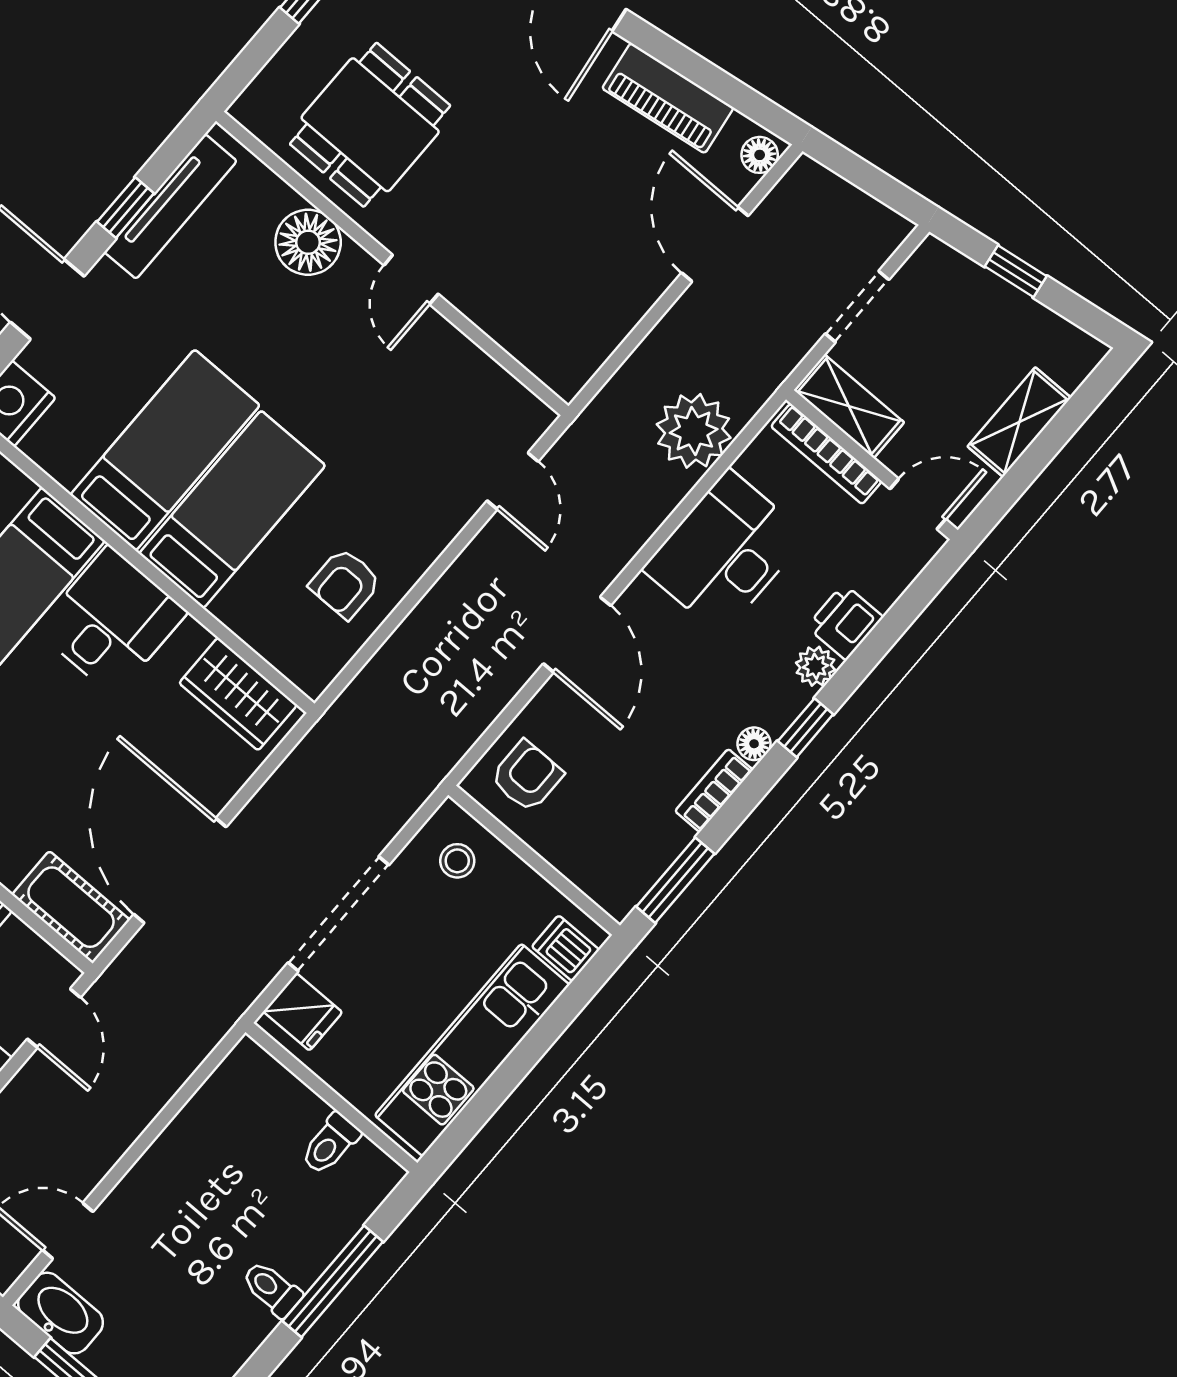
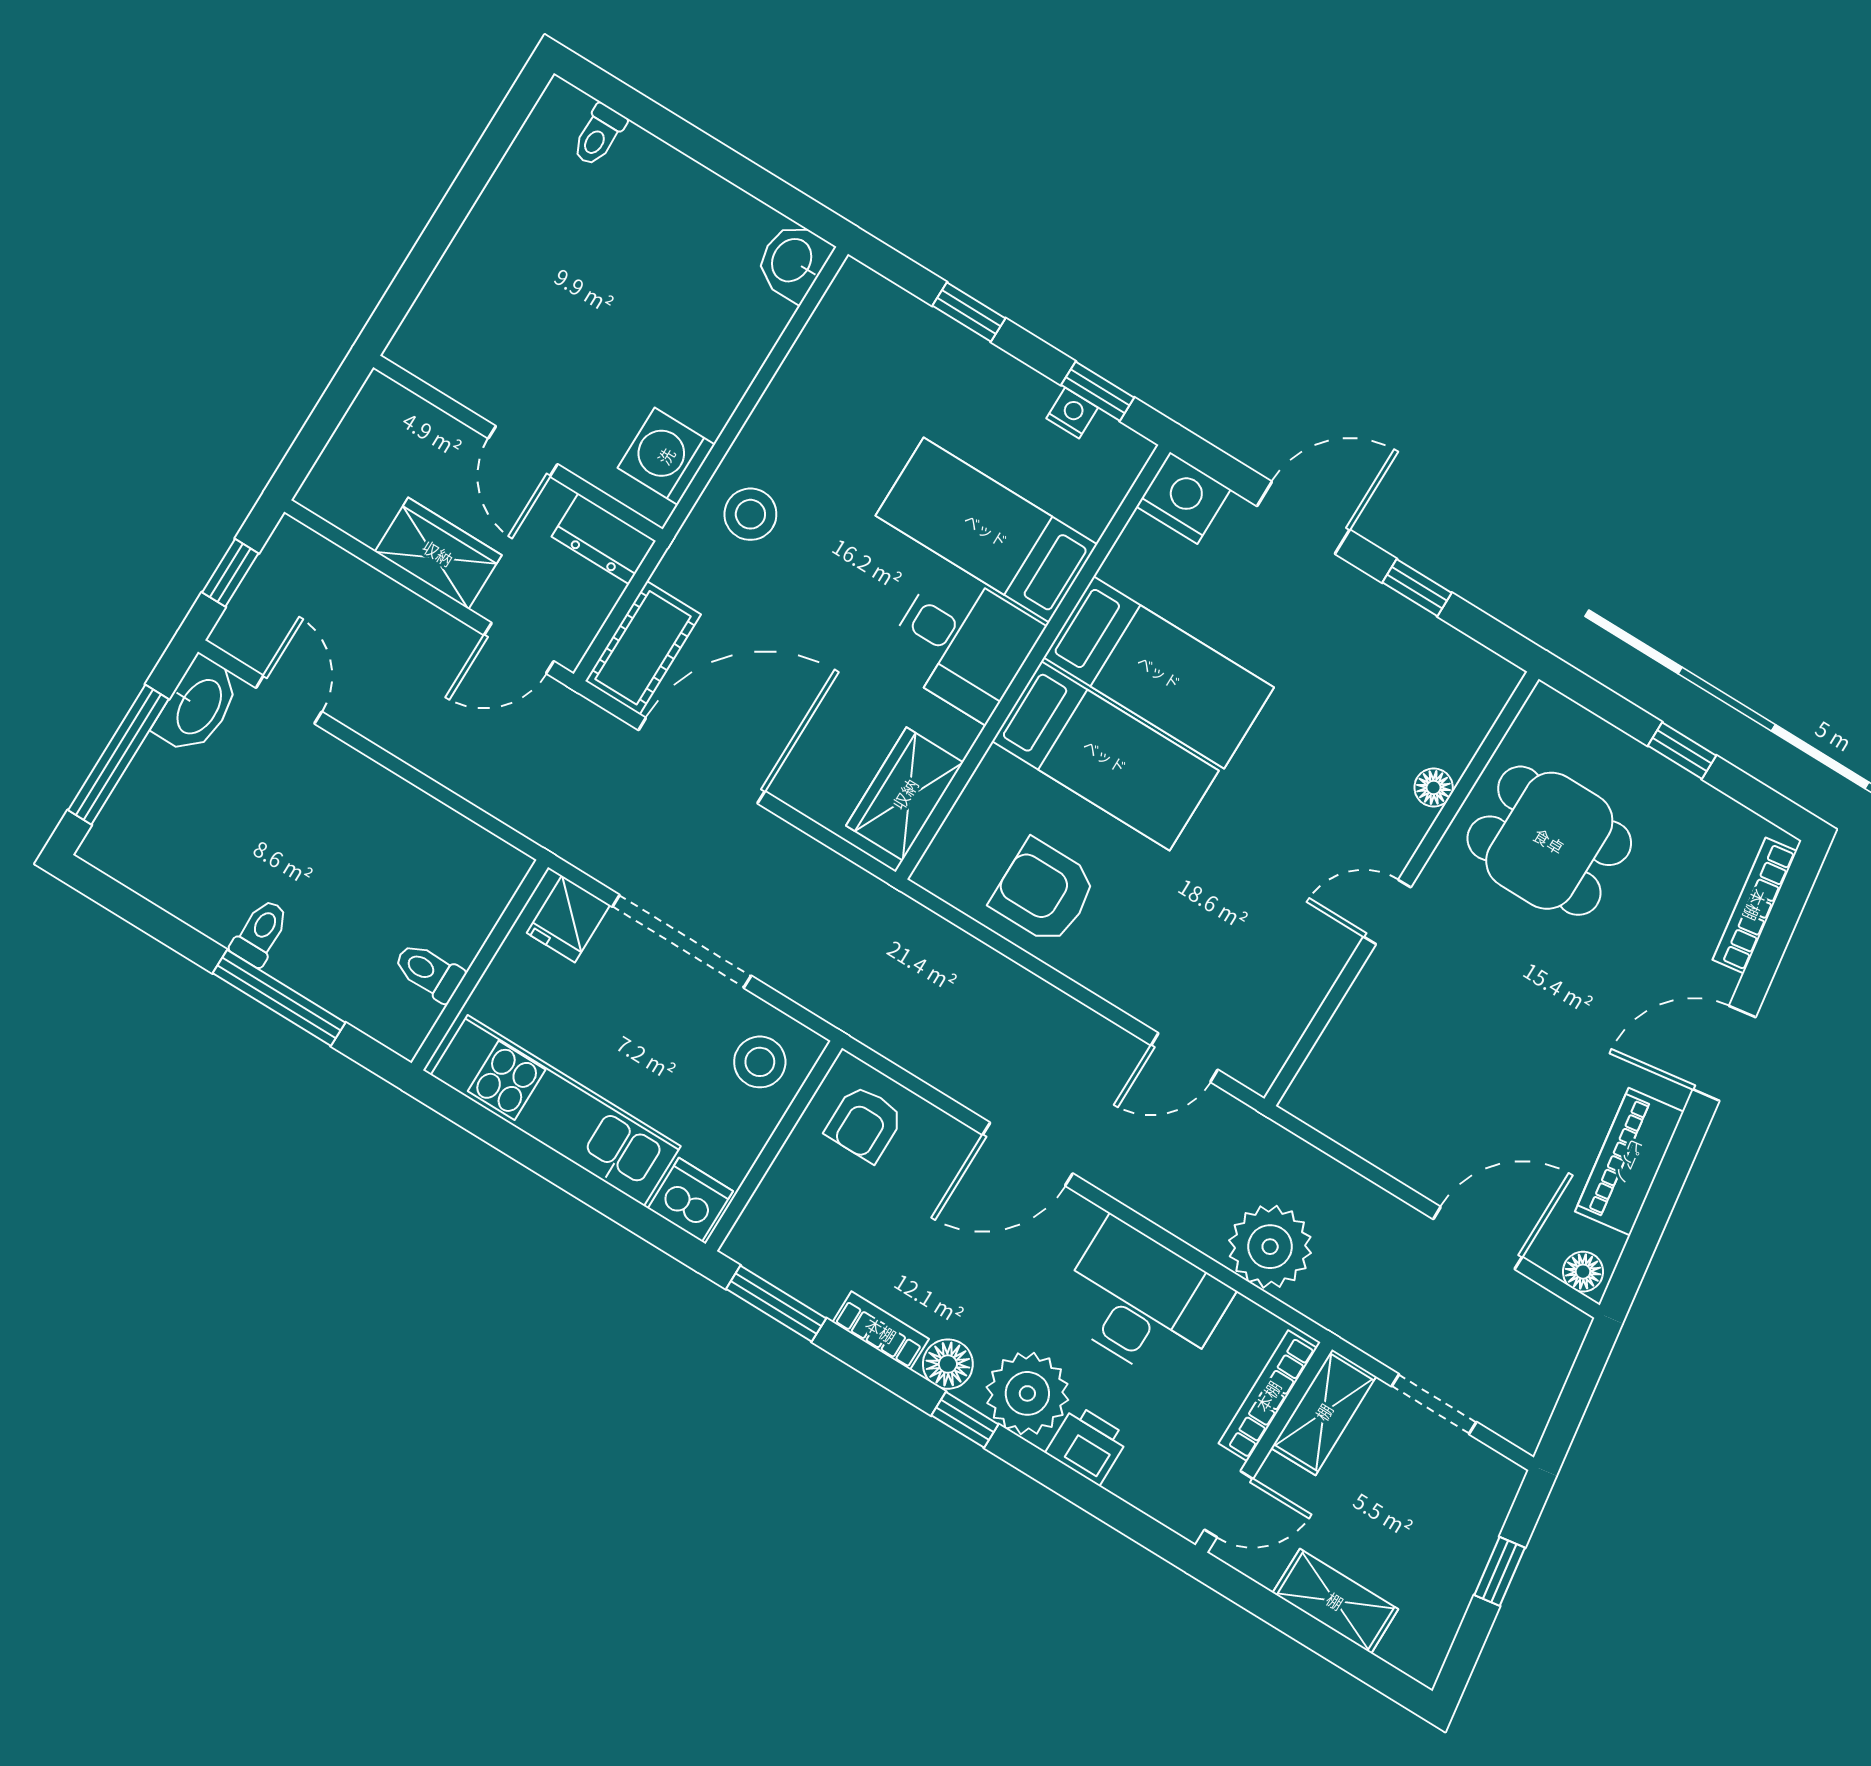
tv unit: (171, 206) -> (1426, 637), removed
floor lamp: (308, 242) -> (1434, 787), width x0.53, depth x0.53
door: (918, 504) -> (1229, 1504), hinge flipped
armchair: (345, 583) -> (1044, 892), width x1.38, depth x1.38
plant: (815, 666) -> (1027, 1393), width x1.87, depth x1.87
floor lamp: (754, 744) -> (948, 1364), width x1.37, depth x1.37
armchair: (527, 776) -> (864, 1123), turned 90
stool: (457, 861) -> (760, 1062), width x1.37, depth x1.37
dishwasher: (565, 948) -> (690, 1200), width x1.38

